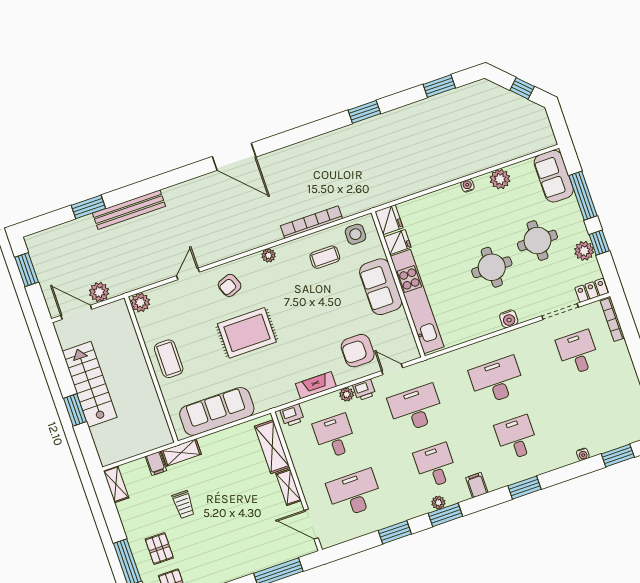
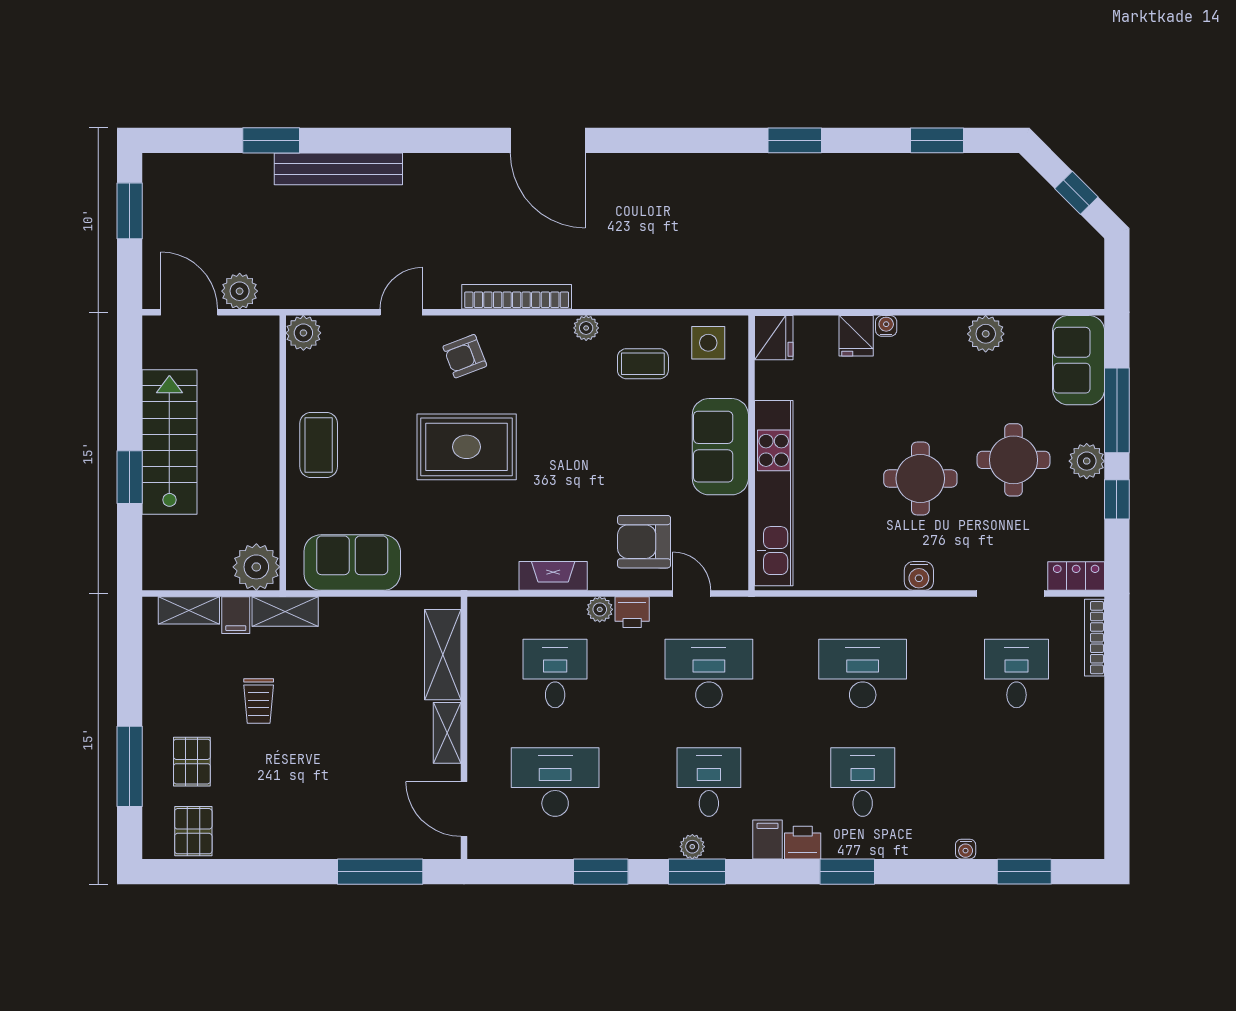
water cooler: (468, 186) -> (886, 326), moved
bookcase: (312, 222) -> (517, 297), moved
fridge: (397, 242) -> (856, 336), moved, turned 90
plant: (584, 251) -> (1087, 461), moved
plant: (269, 255) -> (586, 328), moved
sofa: (217, 411) -> (352, 563), width x0.73
printer: (292, 415) -> (803, 843), moved, turned 180
plant: (158, 434) -> (256, 567), added
shelving: (116, 484) -> (189, 610), moved, turned 90

